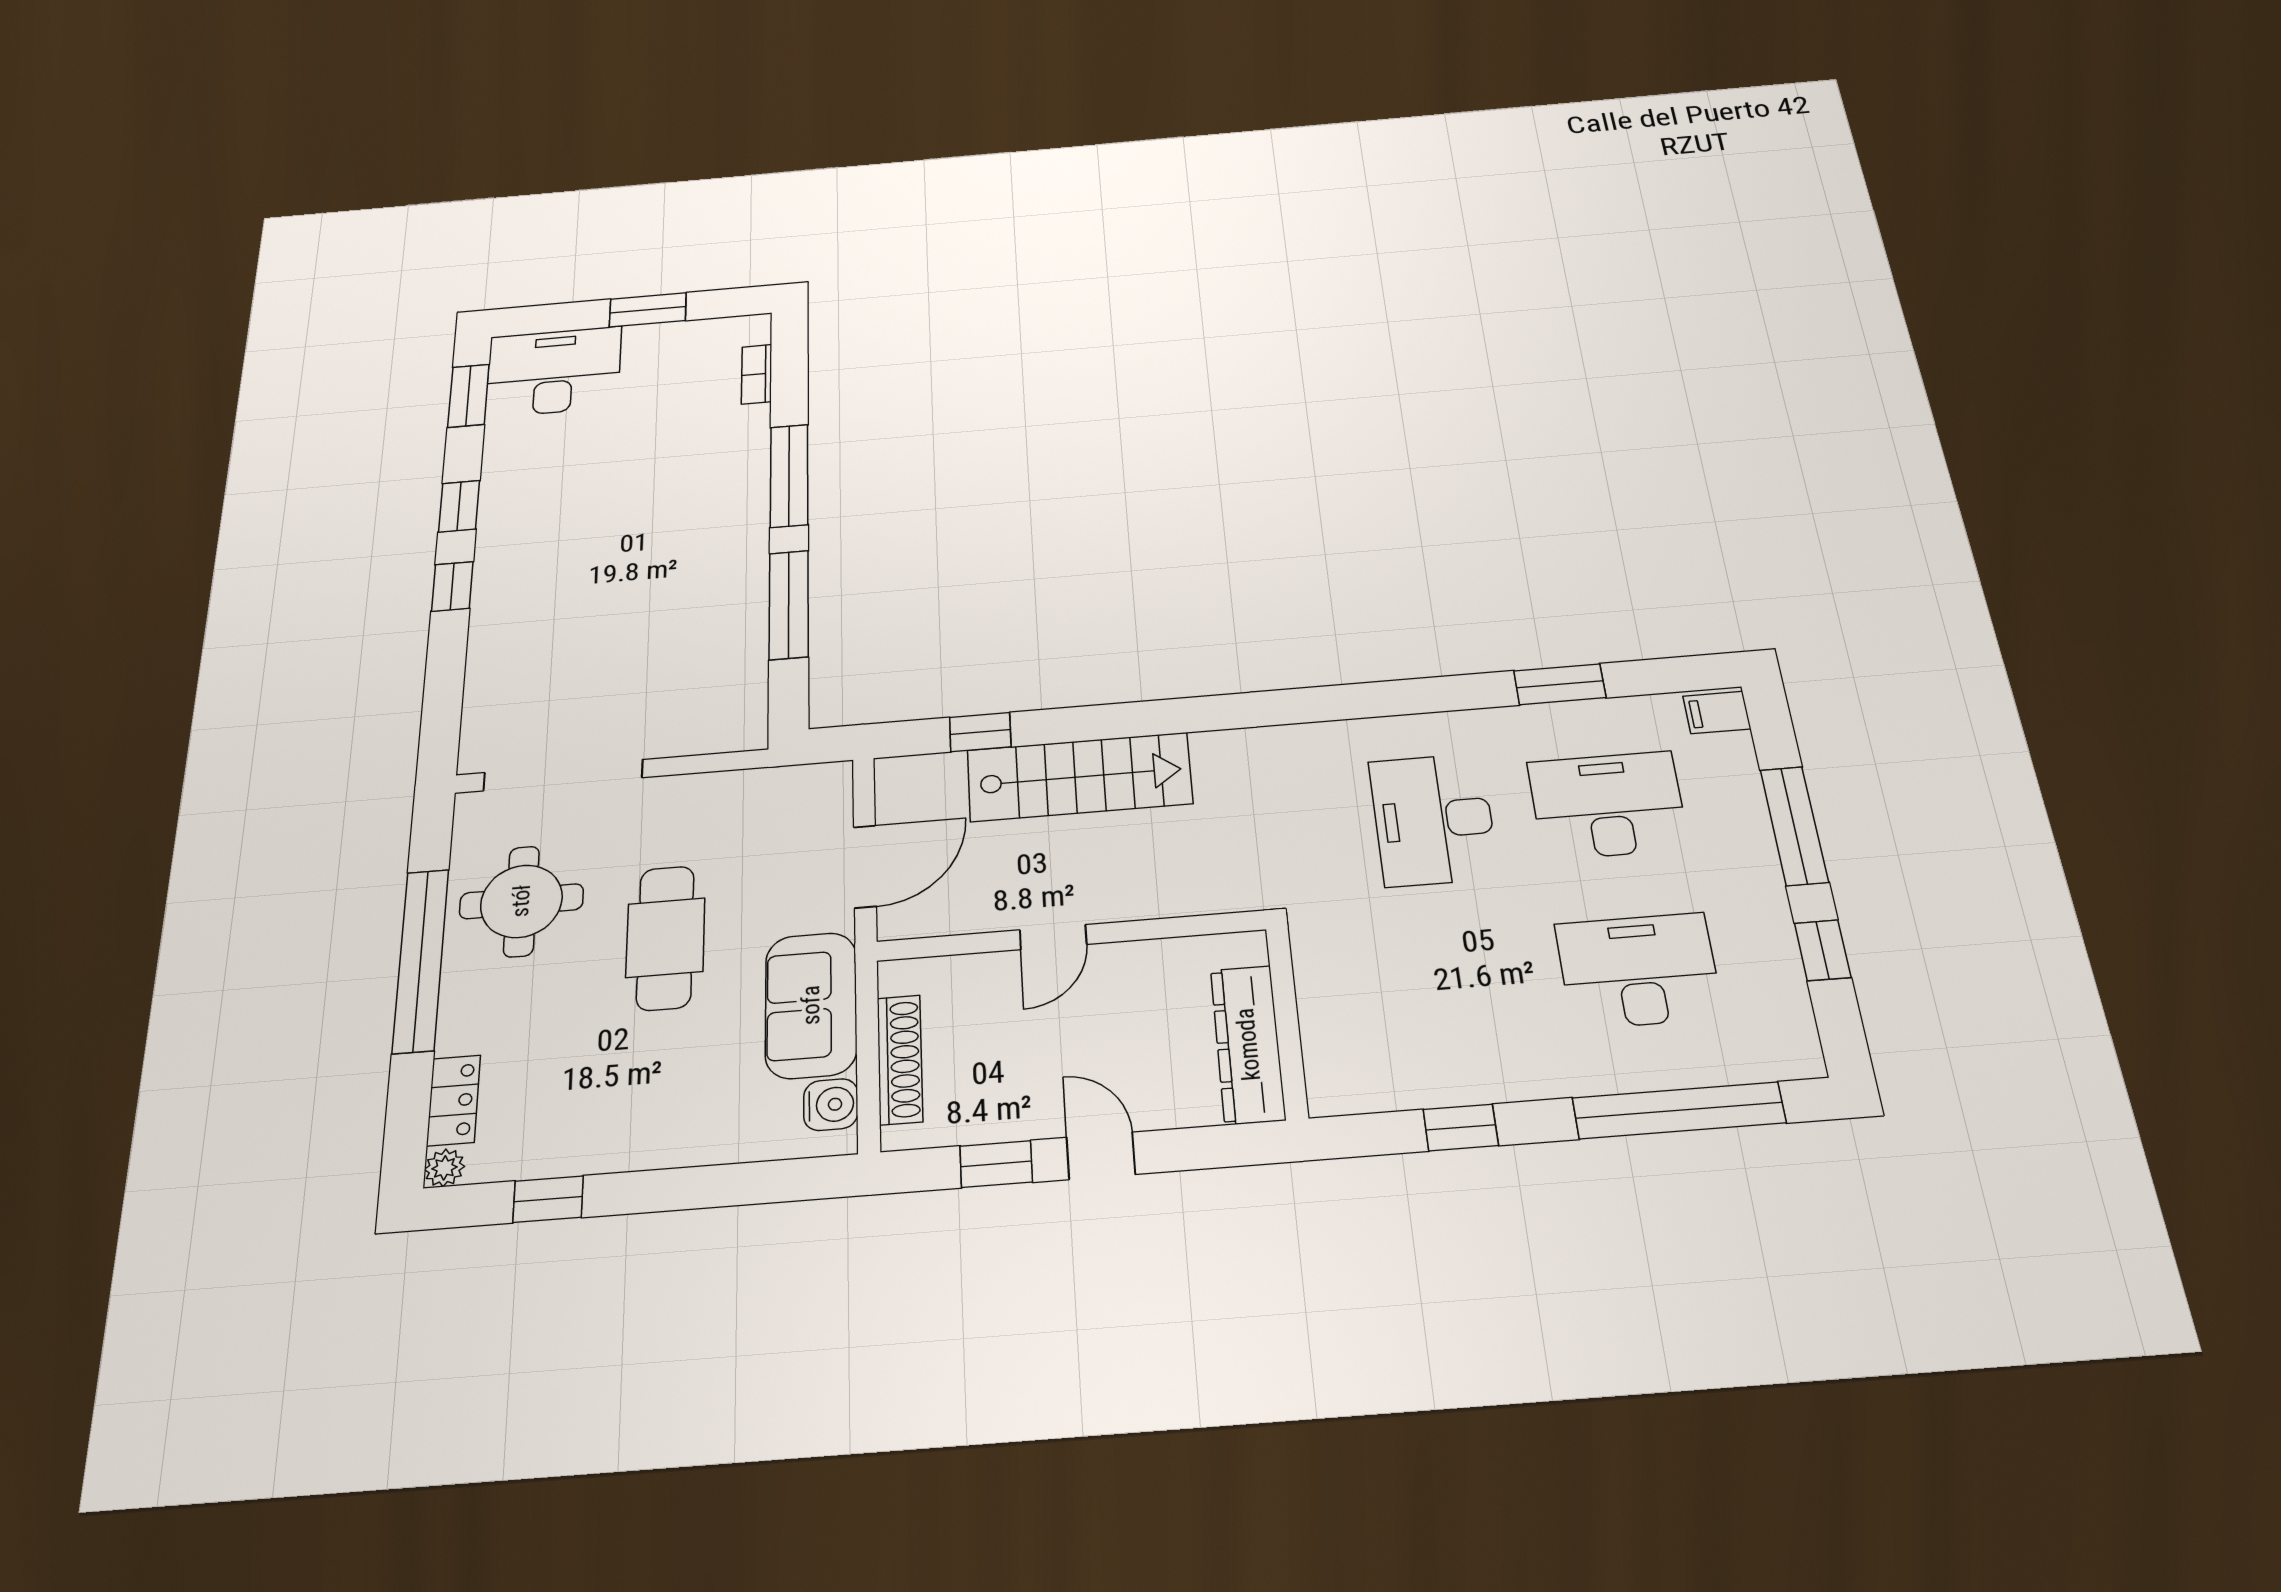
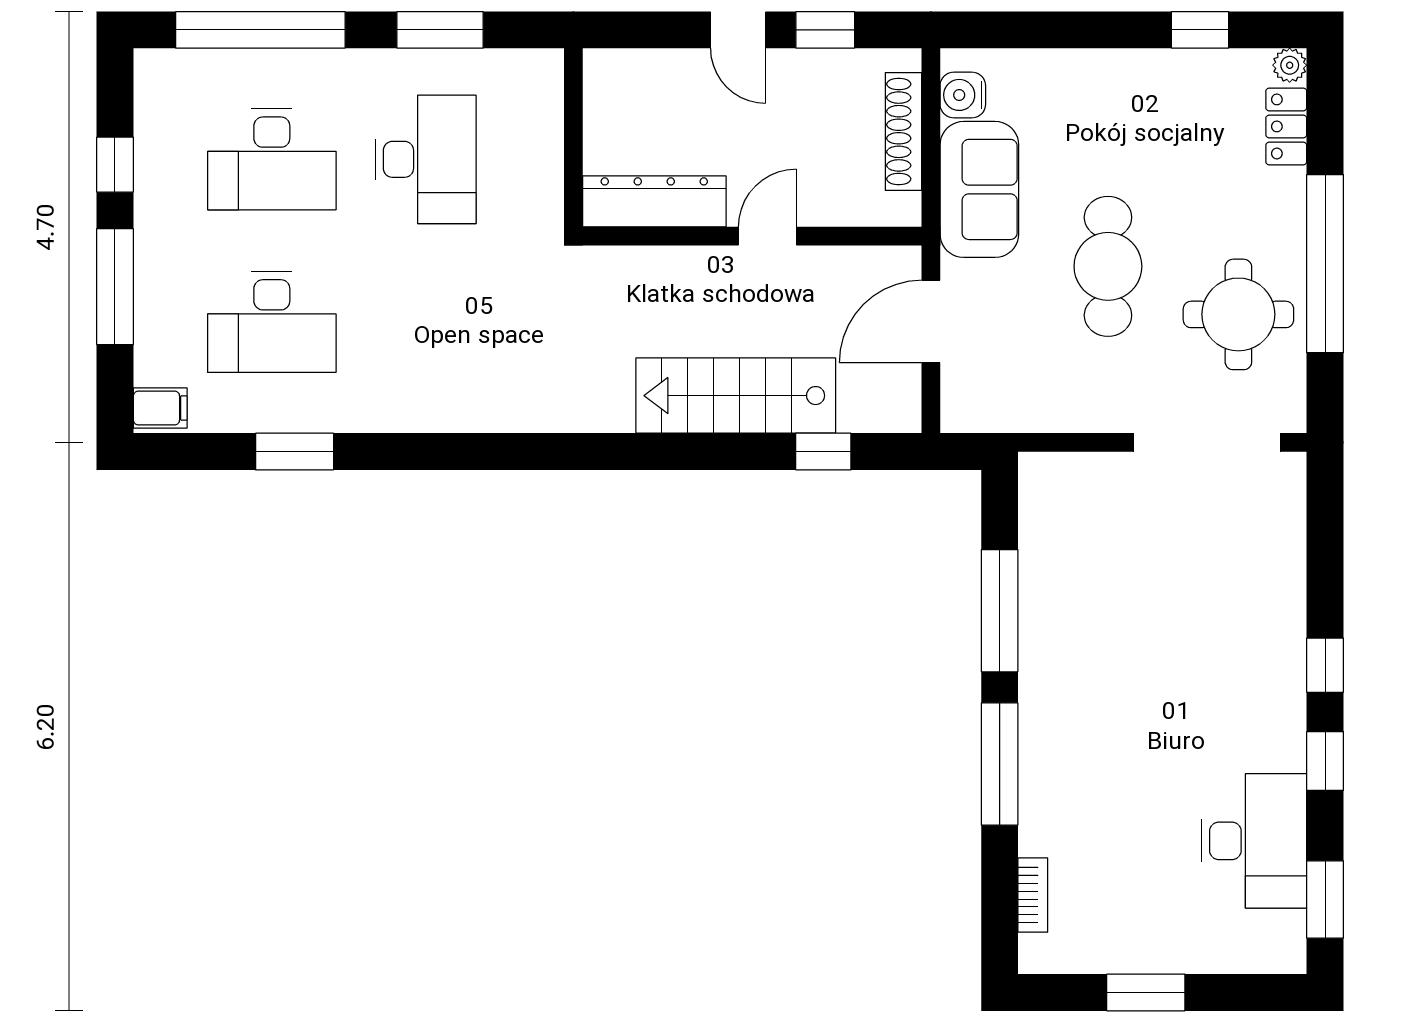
desk: (554, 372) -> (1254, 841), moved, turned -90
desk: (1433, 819) -> (426, 159), moved
dresser: (1248, 1044) -> (654, 201), moved, turned -90
window: (1461, 1128) -> (440, 30), width x1.50

